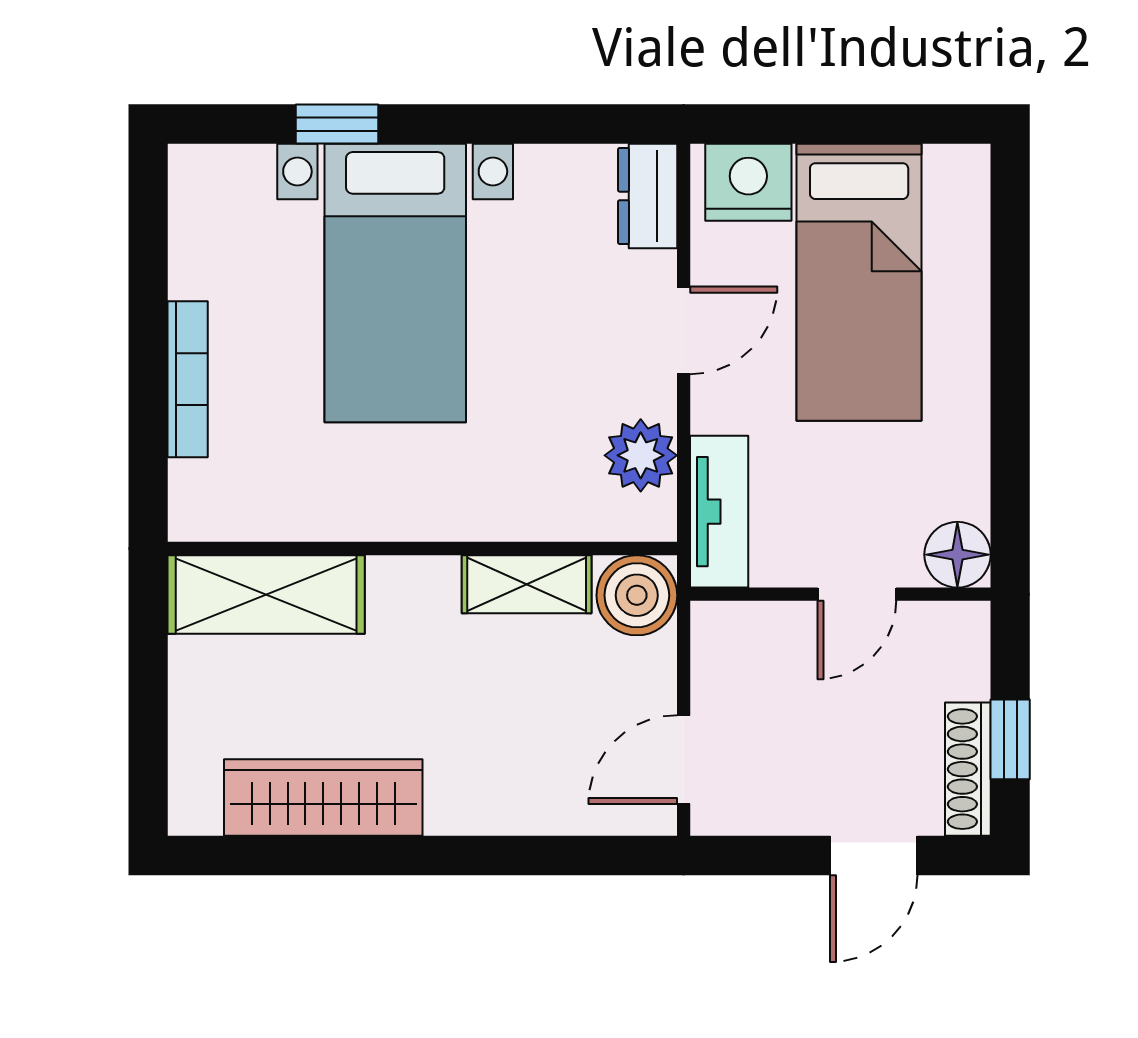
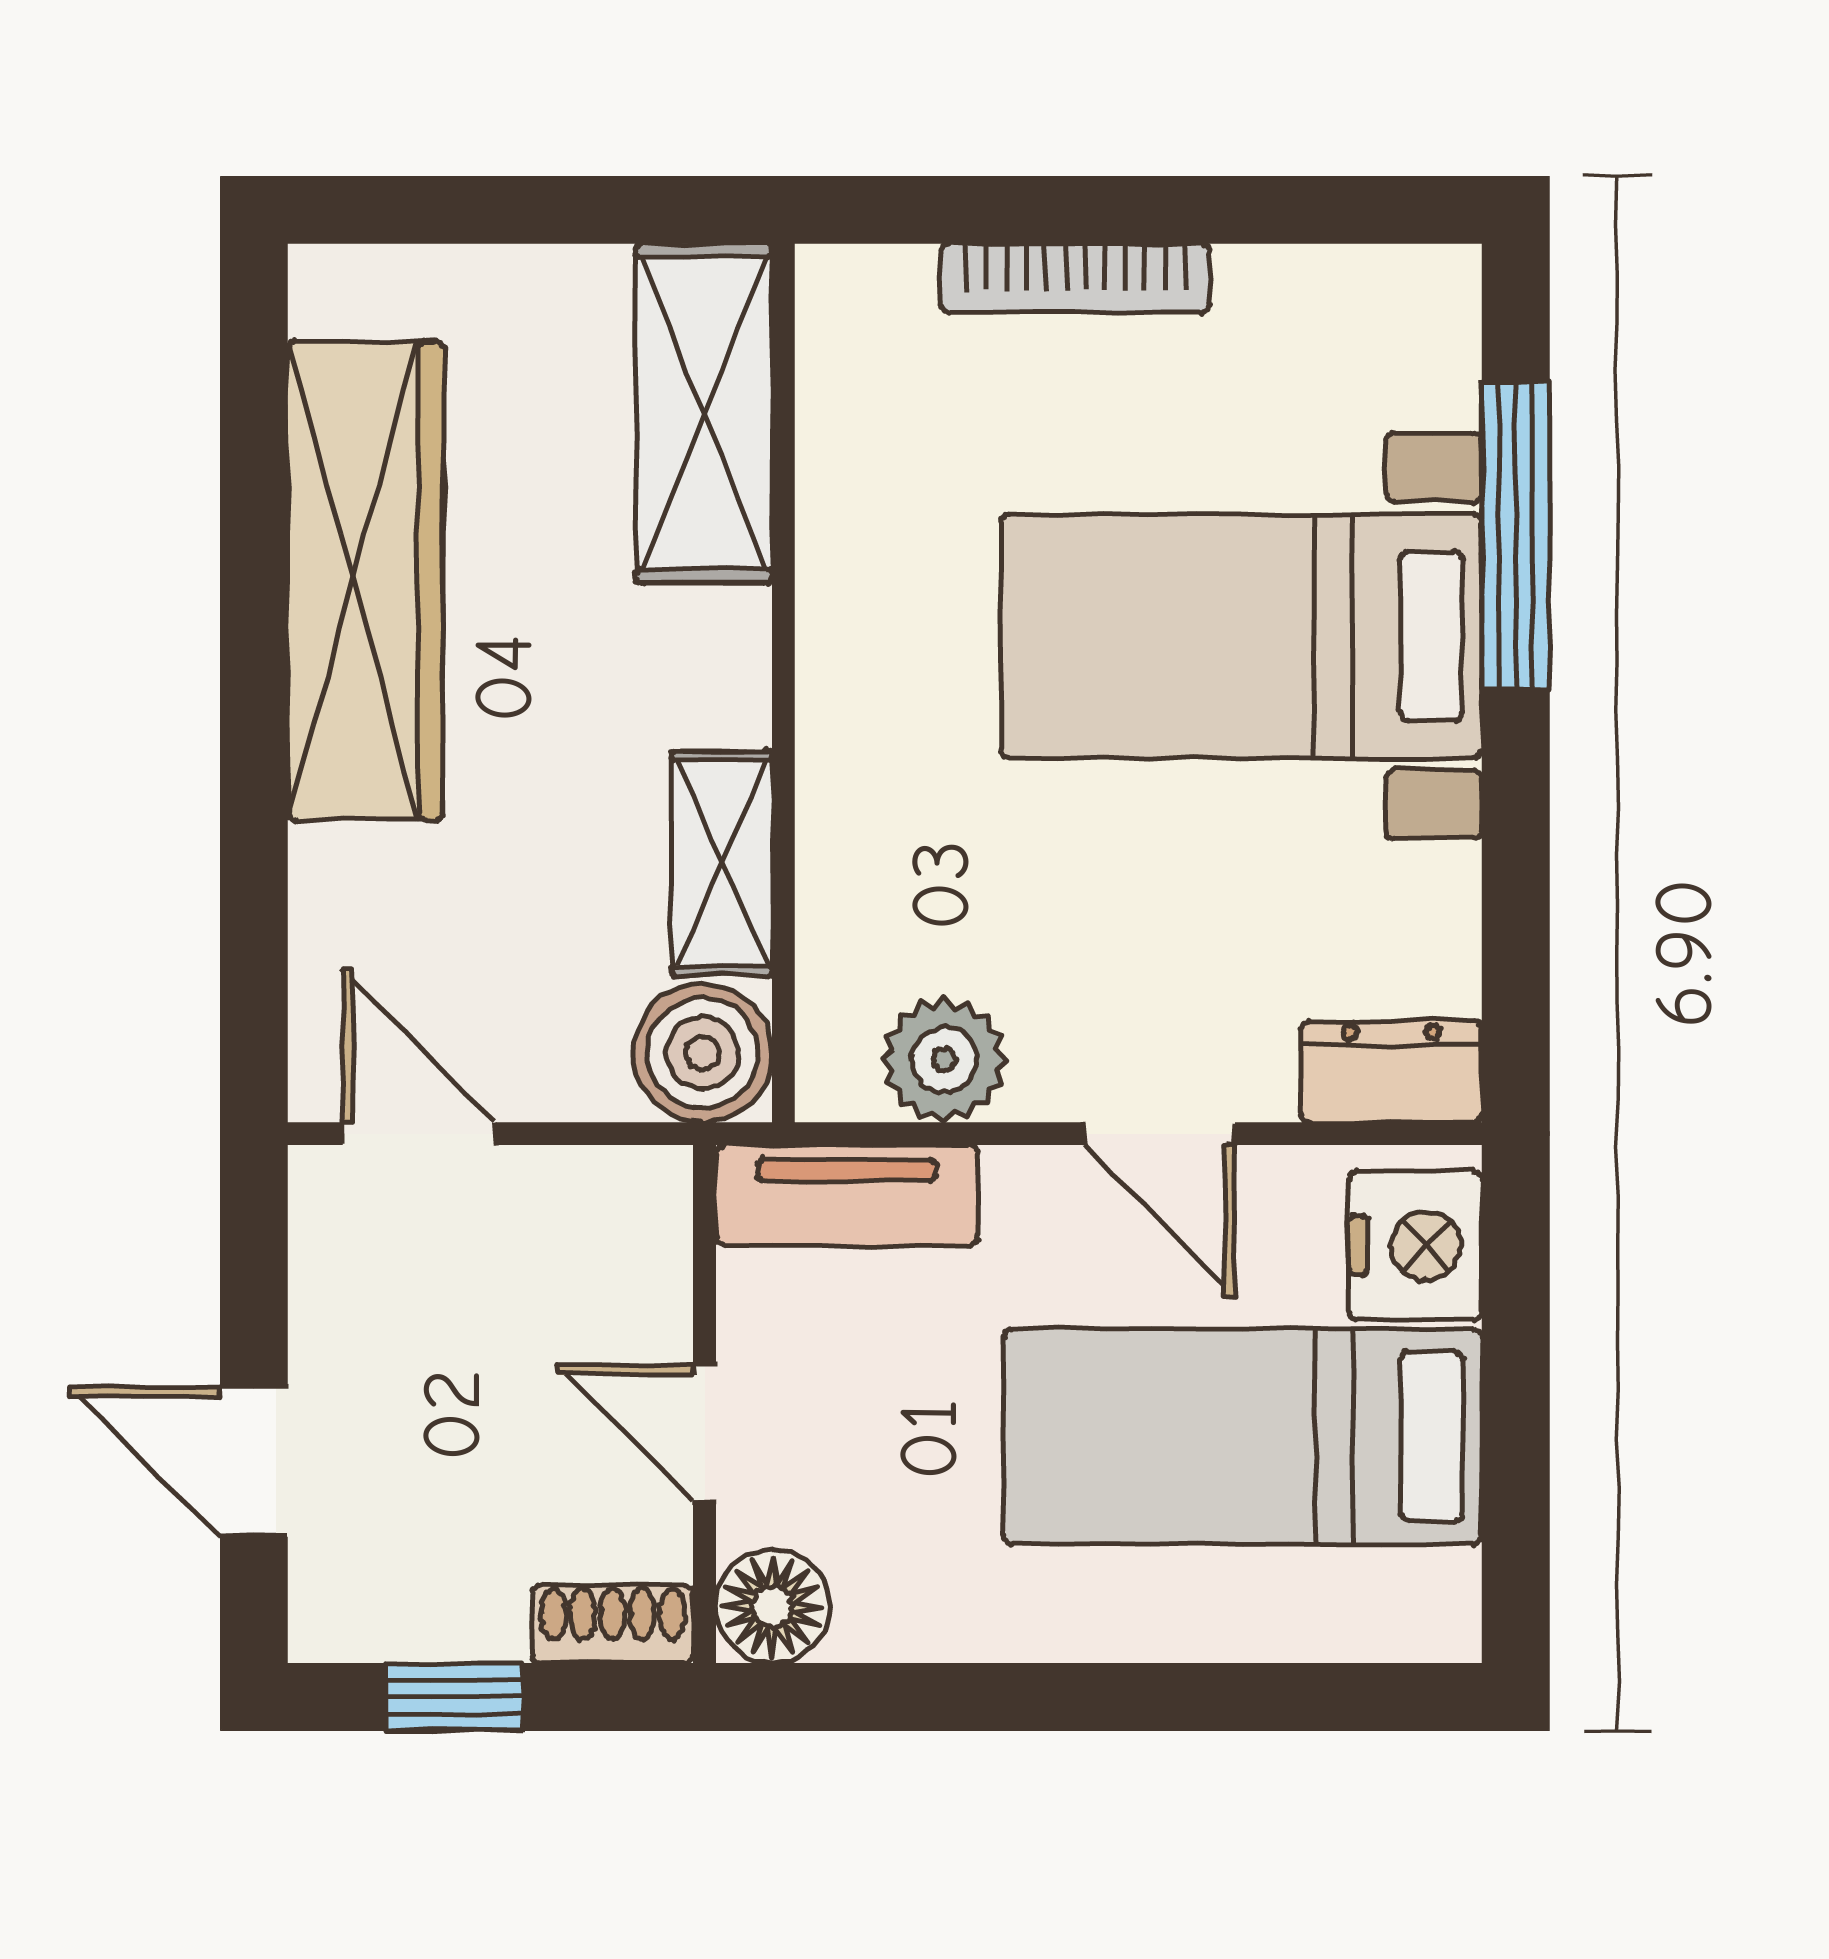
window: (337, 124) -> (1516, 536), width x2.17
shoe rack: (968, 769) -> (613, 1624), moved, width x0.70
wardrobe: (323, 797) -> (365, 581), width x1.40, depth x1.17

